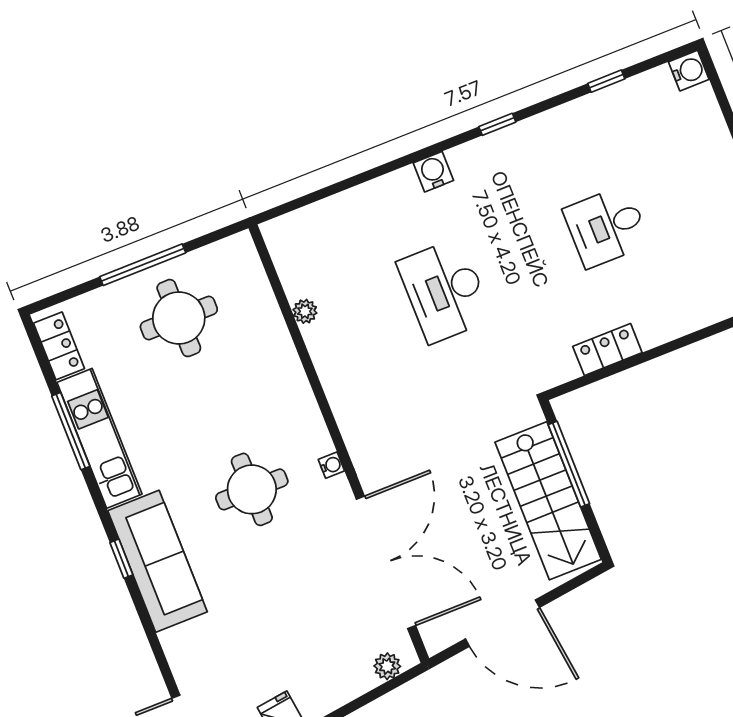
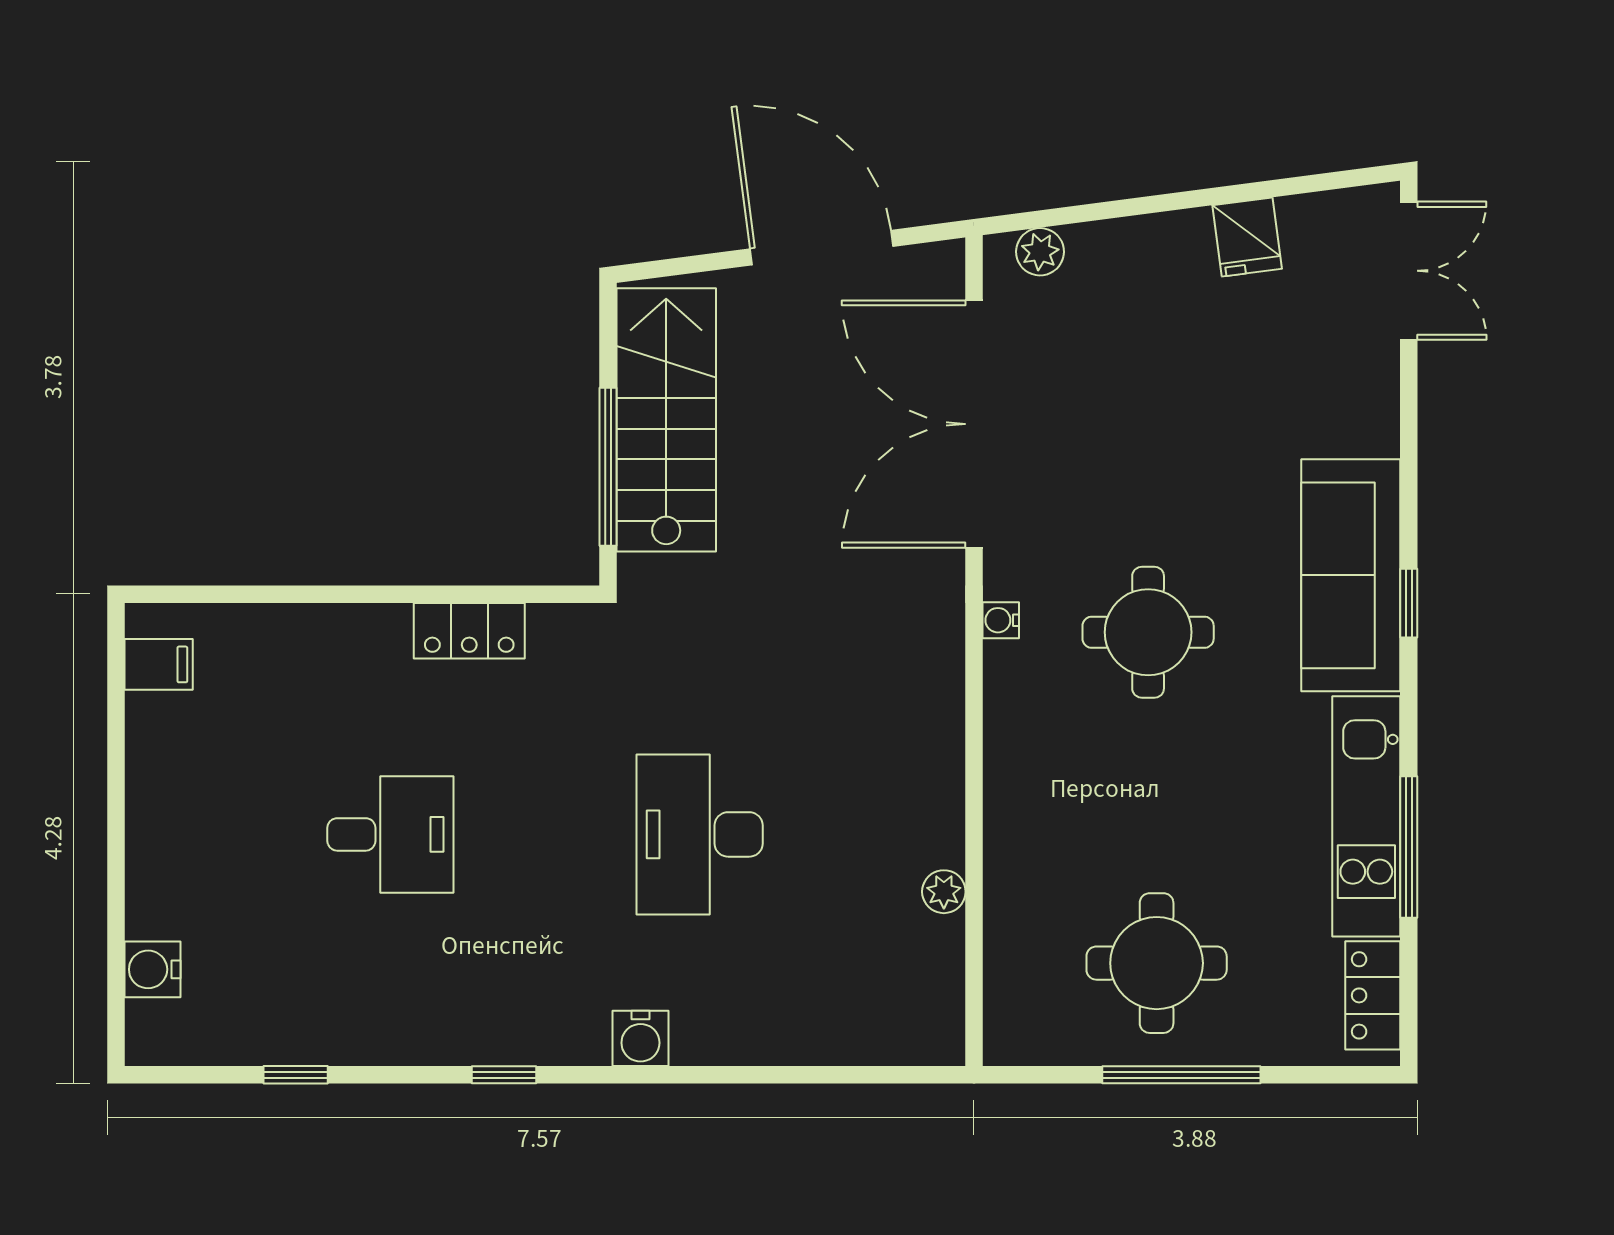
water cooler: (689, 71) -> (153, 969), moved
desk: (445, 291) -> (700, 834), turned 180

